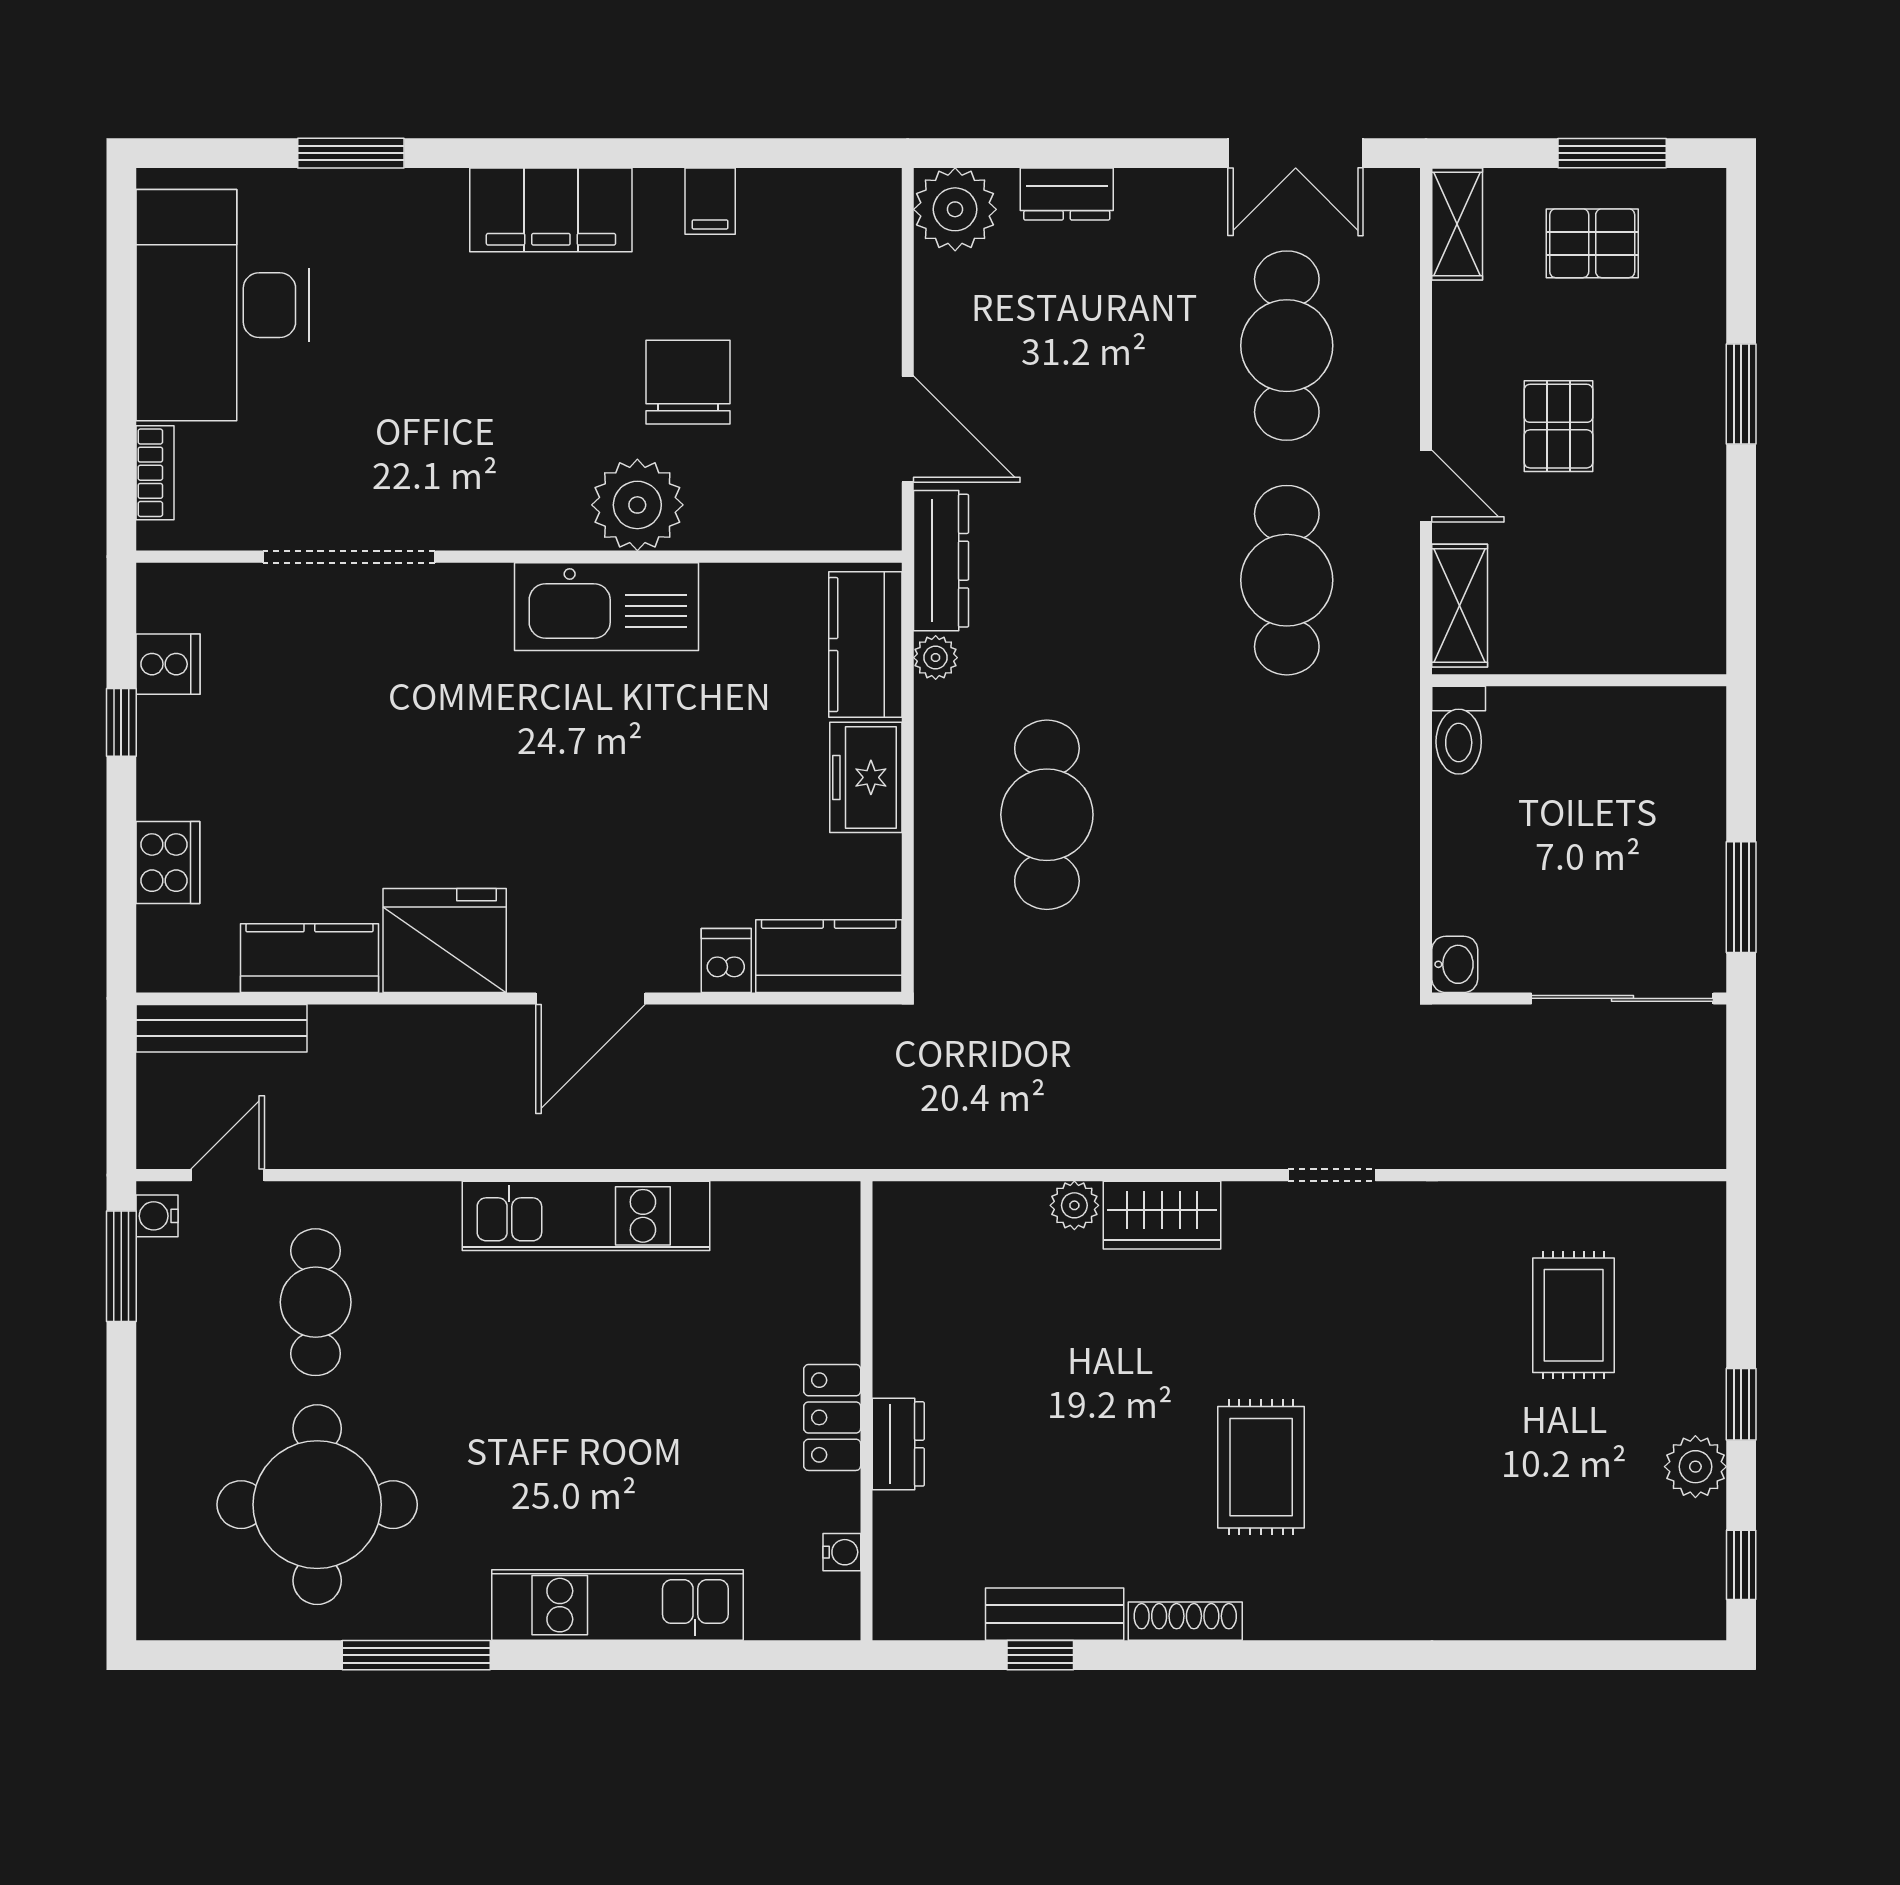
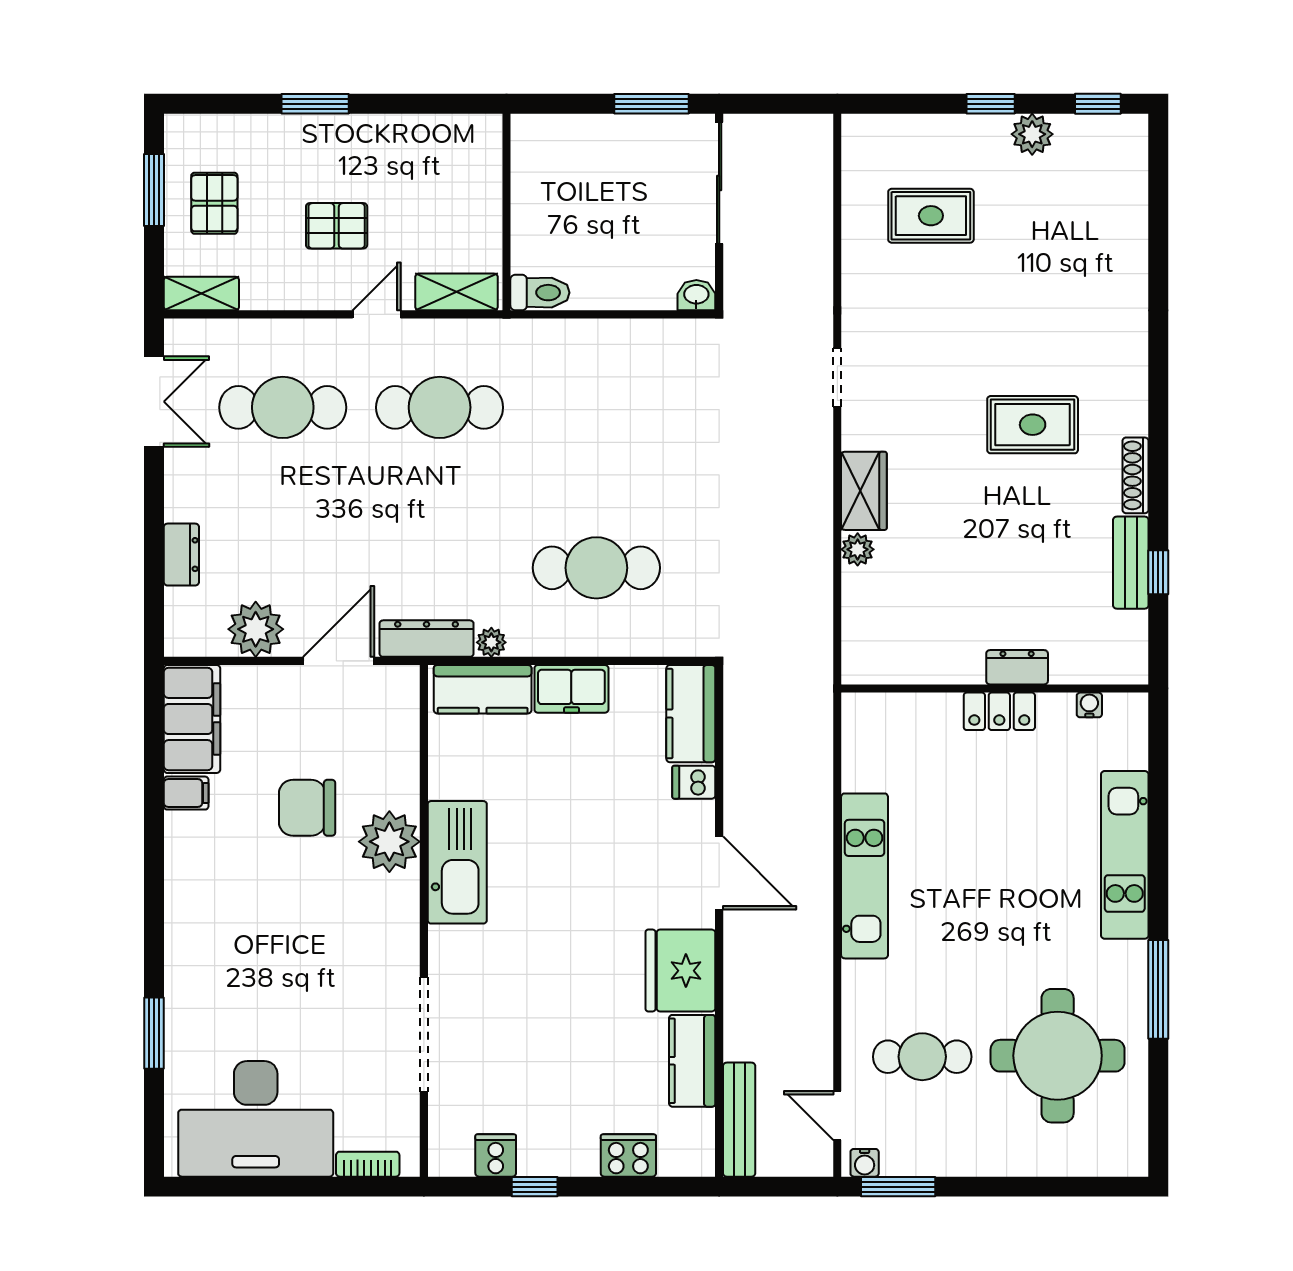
plant: (955, 209) -> (256, 629), moved
filing cabinet: (551, 210) -> (192, 719), moved

